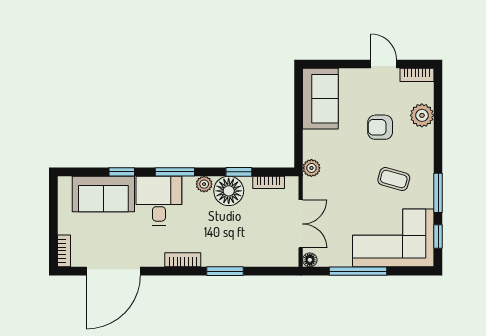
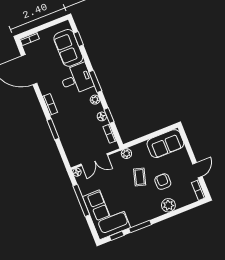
plant: (422, 115) -> (168, 205), moved
window: (122, 172) -> (79, 39), moved
coffee table: (394, 179) -> (140, 177), moved
floor lamp: (229, 191) -> (102, 116), width x0.53, depth x0.53

